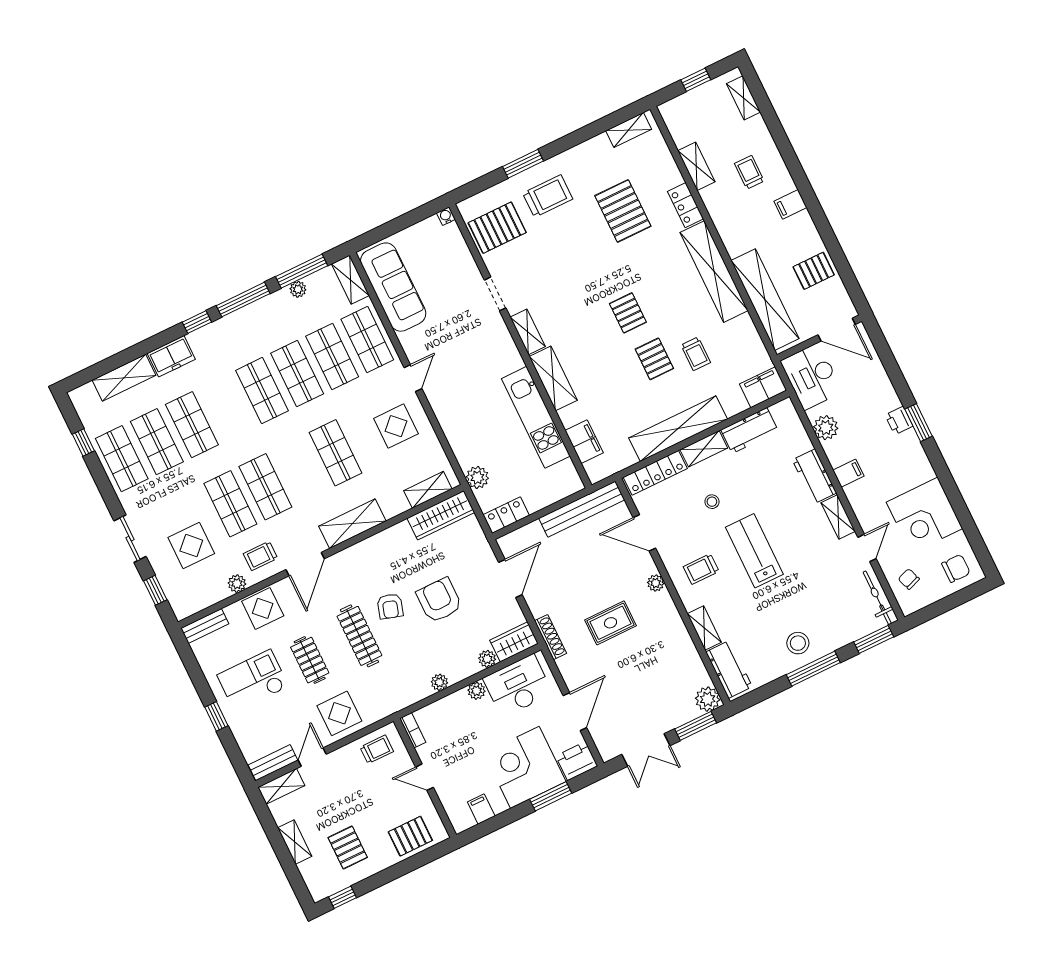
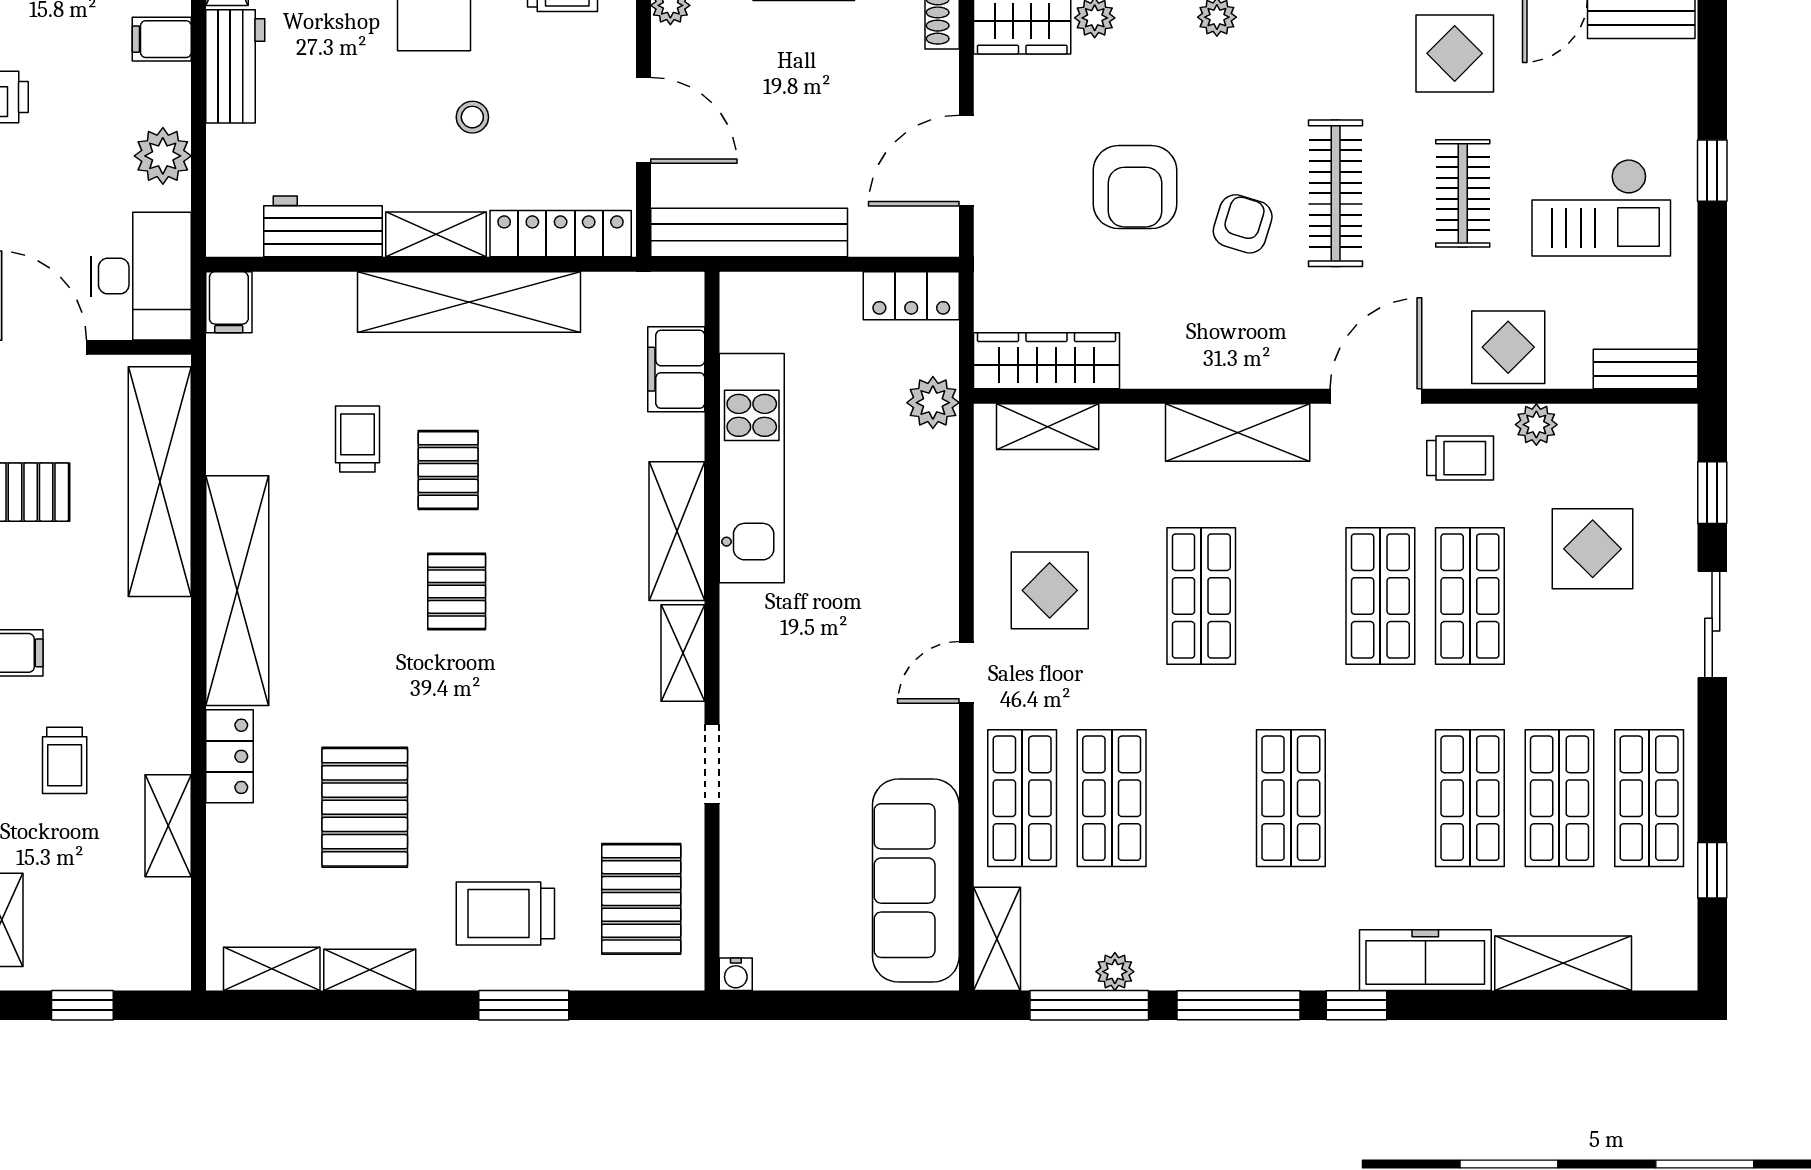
shelving: (590, 148) -> (370, 970), added
pallet: (497, 228) -> (641, 899), turned 90
freezer: (171, 356) -> (1425, 960), width x1.40
shop shelf: (297, 374) -> (1201, 798), removed
filing cabinet: (763, 387) -> (229, 302), width x0.50

